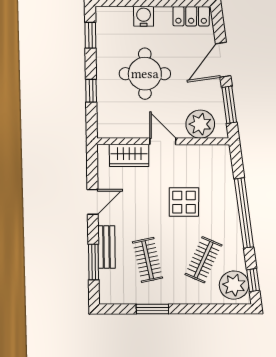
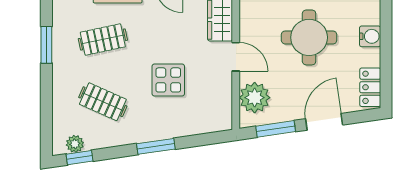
door: (223, 60) -> (324, 122), hinge flipped
door: (163, 141) -> (236, 57), hinge flipped
window: (244, 213) -> (156, 146), width x0.47
plant: (234, 285) -> (75, 144), width x0.53, depth x0.53

